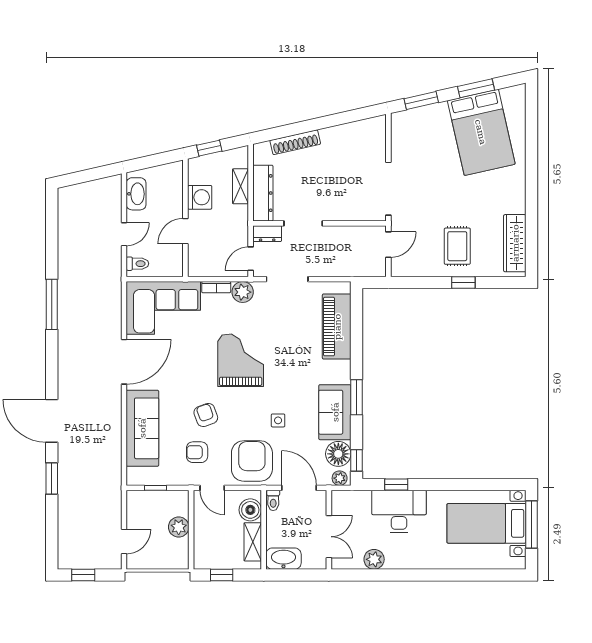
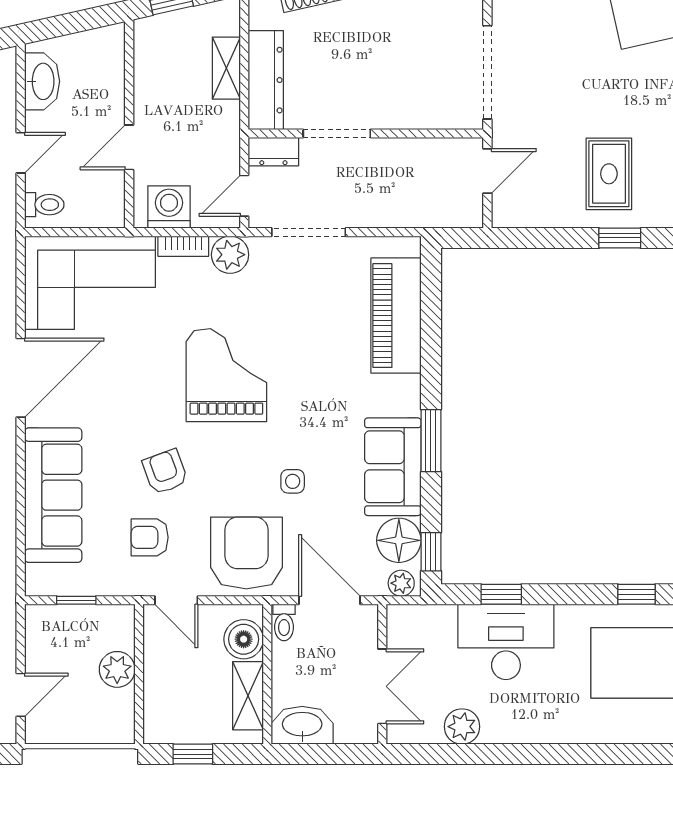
washing machine: (200, 197) -> (169, 207), moved, turned -90
window: (473, 484) -> (637, 594), added

